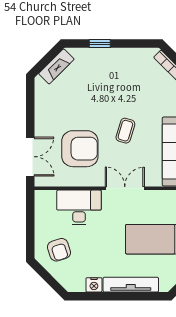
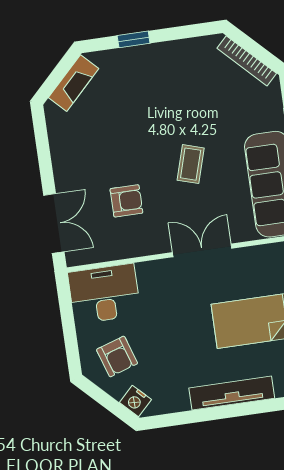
armchair: (80, 149) -> (126, 201), width x0.53, depth x0.53
desk: (79, 207) -> (104, 294), moved
nightstand: (94, 285) -> (135, 401), moved, turned 45

